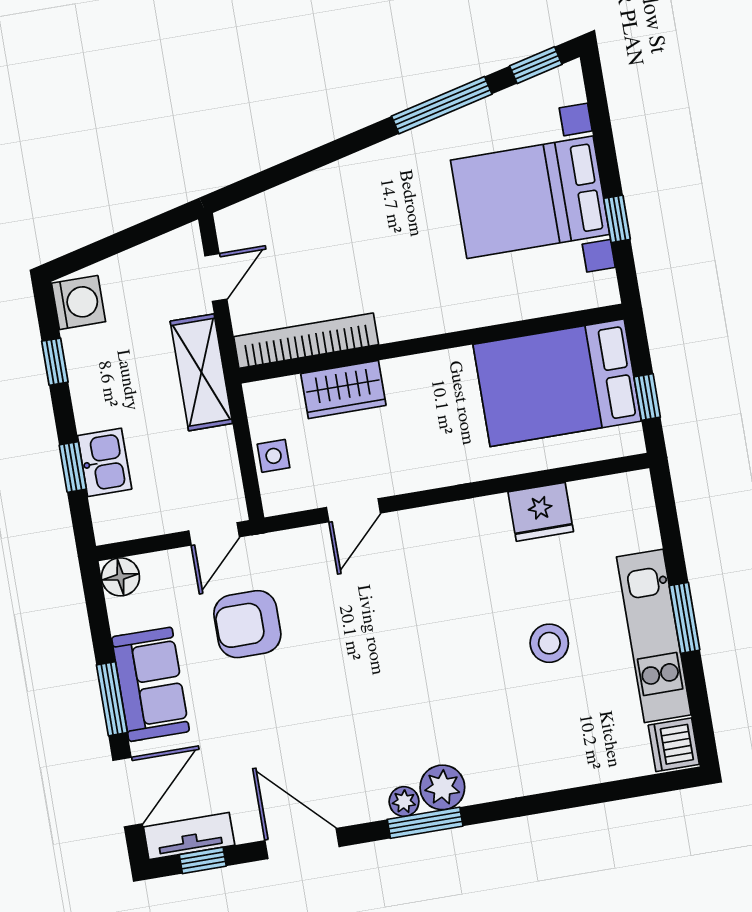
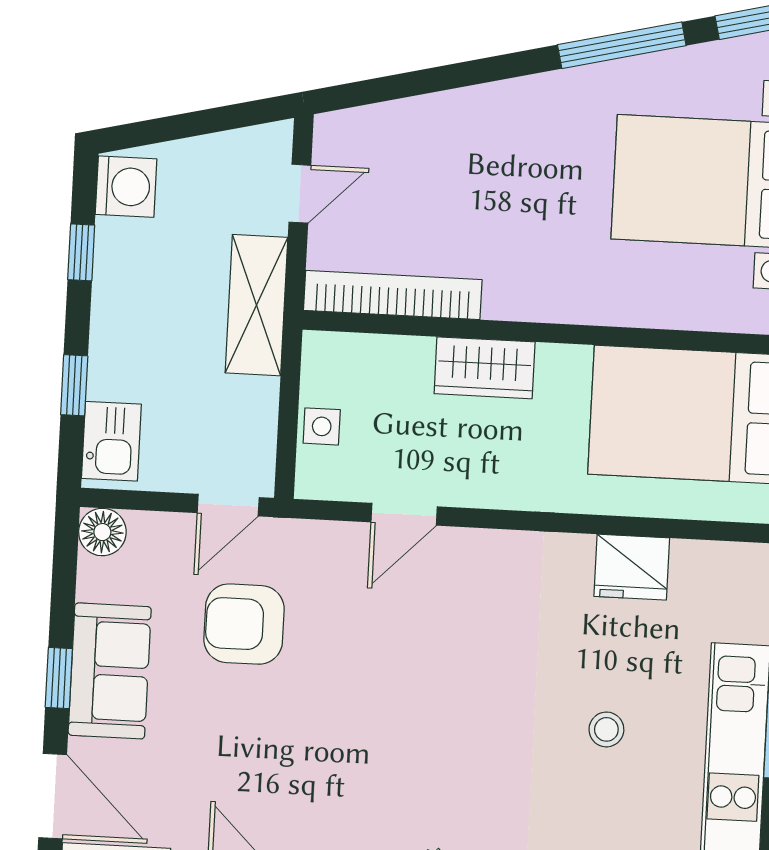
wardrobe: (343, 390) -> (485, 368), moved
kitchen sink: (105, 462) -> (111, 441), moved
stool: (549, 643) -> (606, 729), width x0.73, depth x0.73
window: (112, 699) -> (59, 678), width x0.67
door: (128, 792) -> (53, 796), hinge flipped

